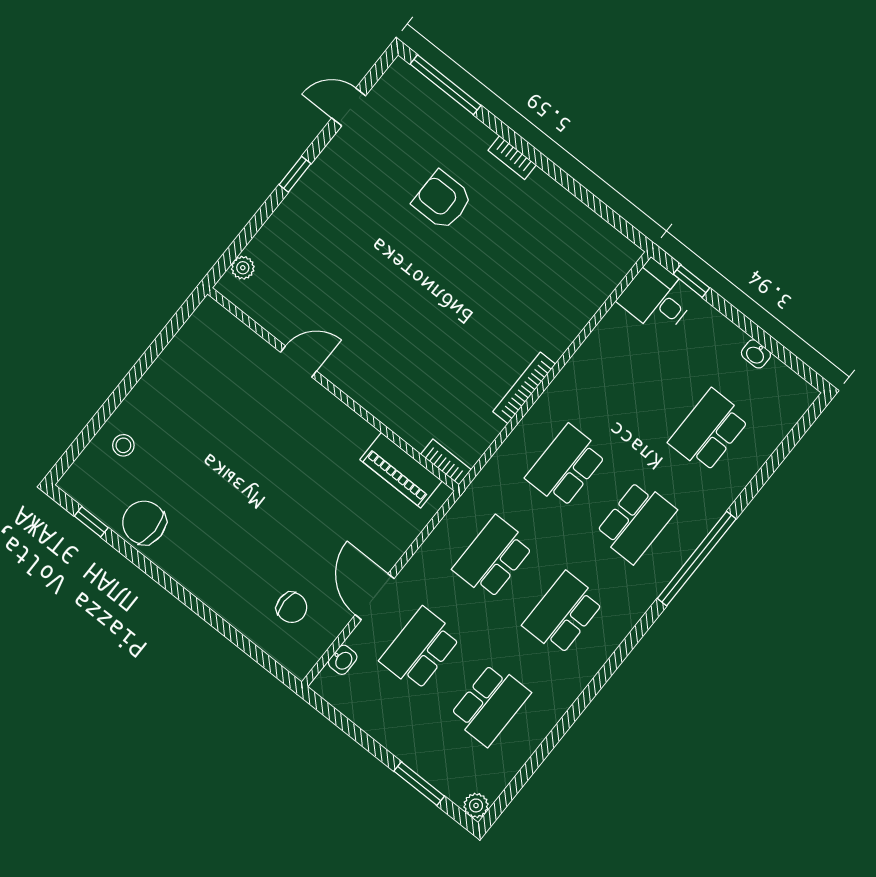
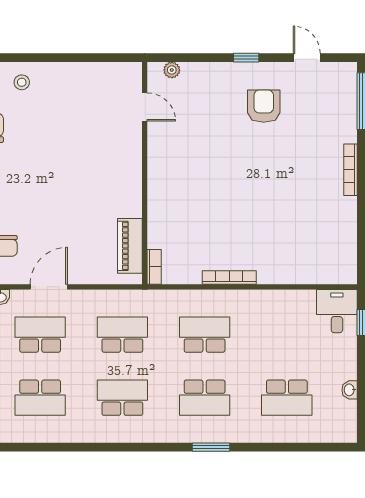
bookcase: (512, 158) -> (351, 170), width x1.56
armchair: (442, 200) -> (264, 106), moved
door: (299, 362) -> (145, 107), moved
school desk: (709, 431) -> (287, 398), turned 180
window: (697, 559) -> (211, 447), width x0.47

